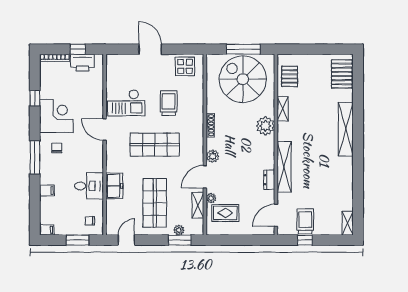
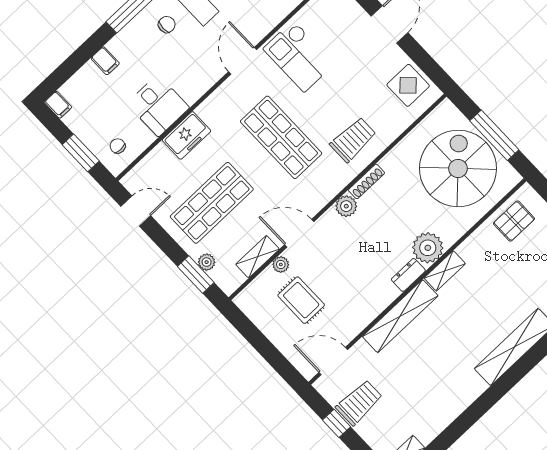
trolley: (169, 103) -> (353, 140), moved
shelving: (283, 109) -> (445, 271), moved
plant: (213, 156) -> (346, 206), moved
dresser: (269, 180) -> (408, 275), moved
rug: (225, 213) -> (301, 300), moved

